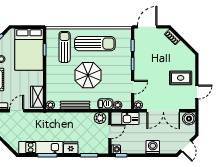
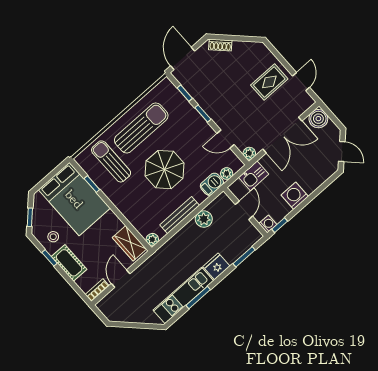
door: (133, 87) -> (226, 139), swing flipped
plant: (100, 118) -> (204, 219), moved
washing machine: (153, 147) -> (295, 196), moved

